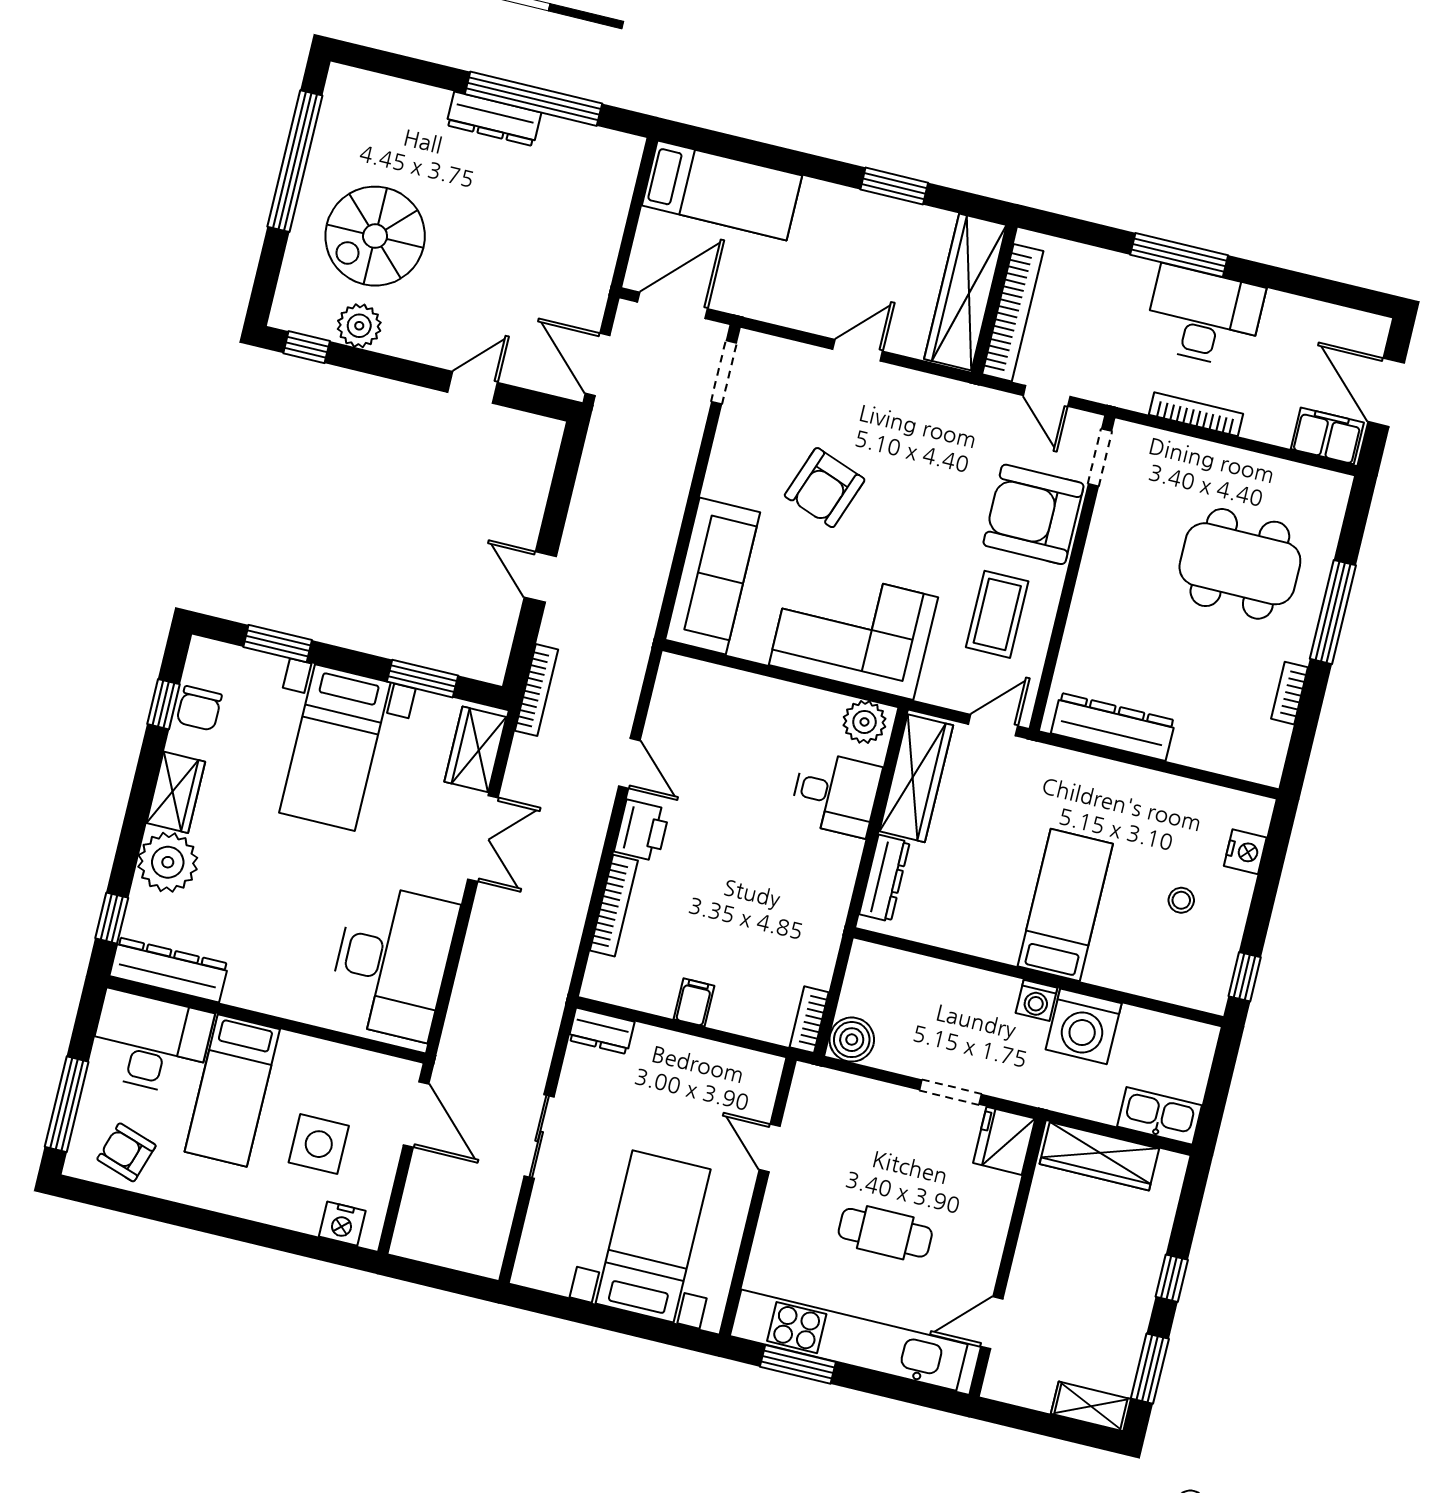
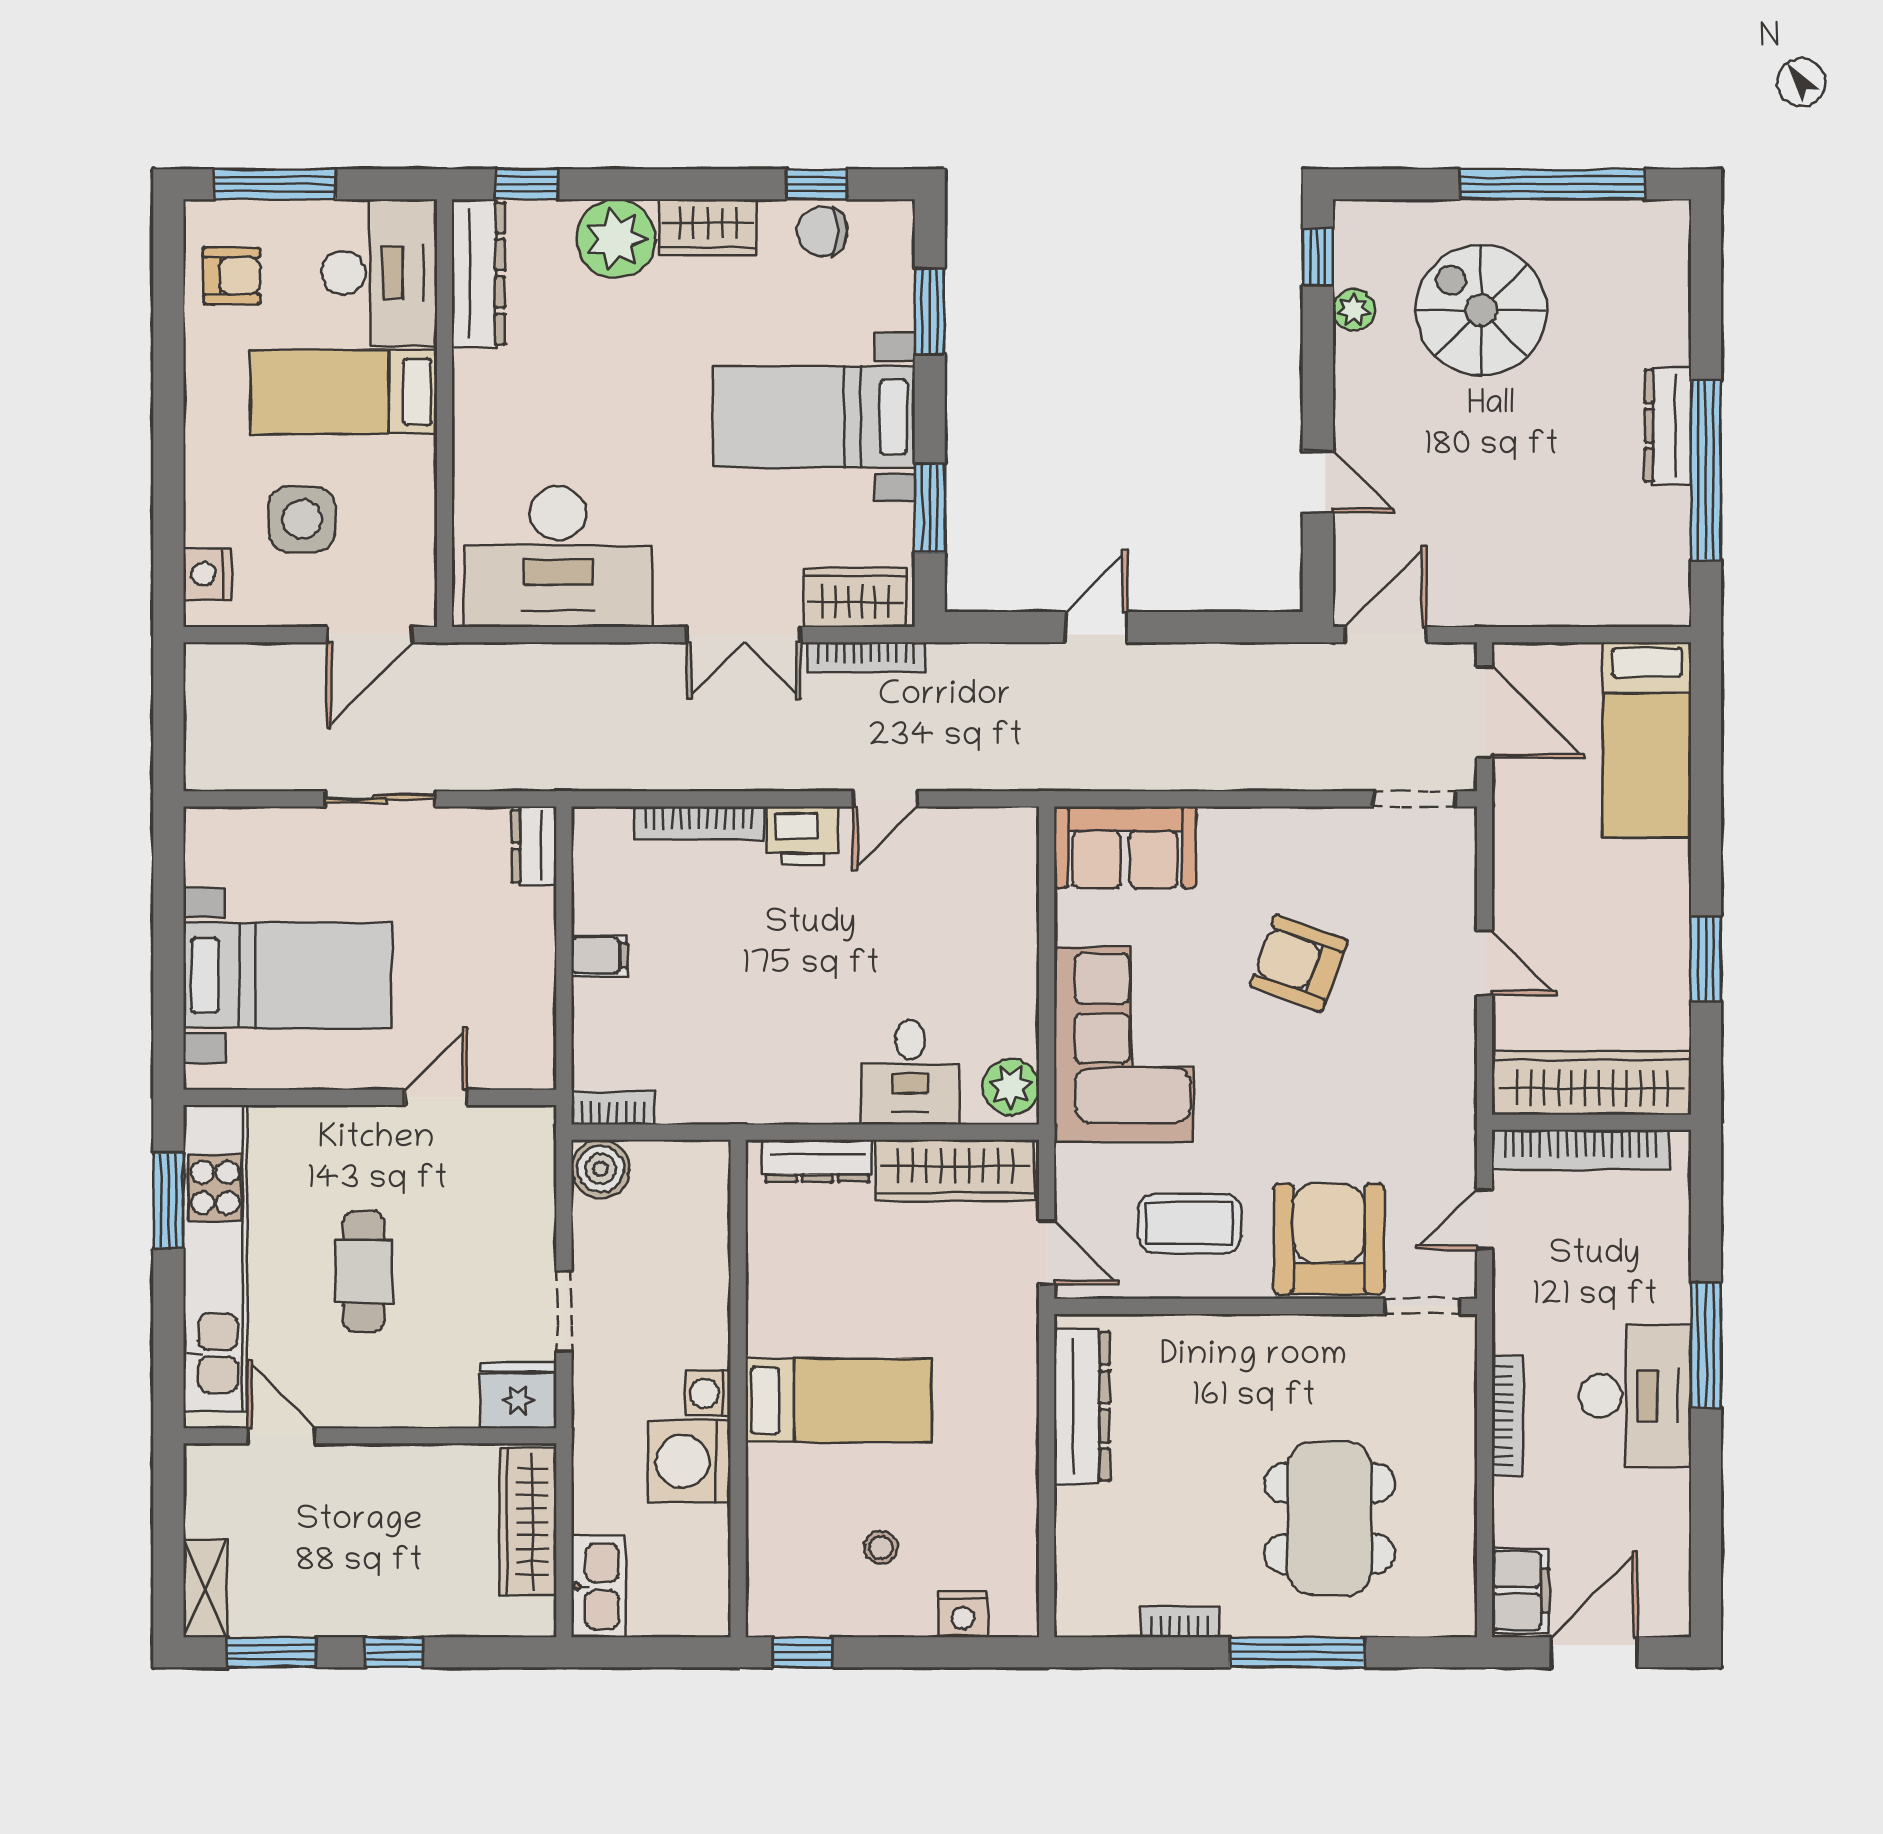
plant: (359, 326) -> (1354, 310), width x0.73, depth x0.73
sofa: (713, 576) -> (1125, 847), width x0.73
bookcase: (536, 690) -> (866, 657), moved
armchair: (127, 1152) -> (232, 276), turned 72

